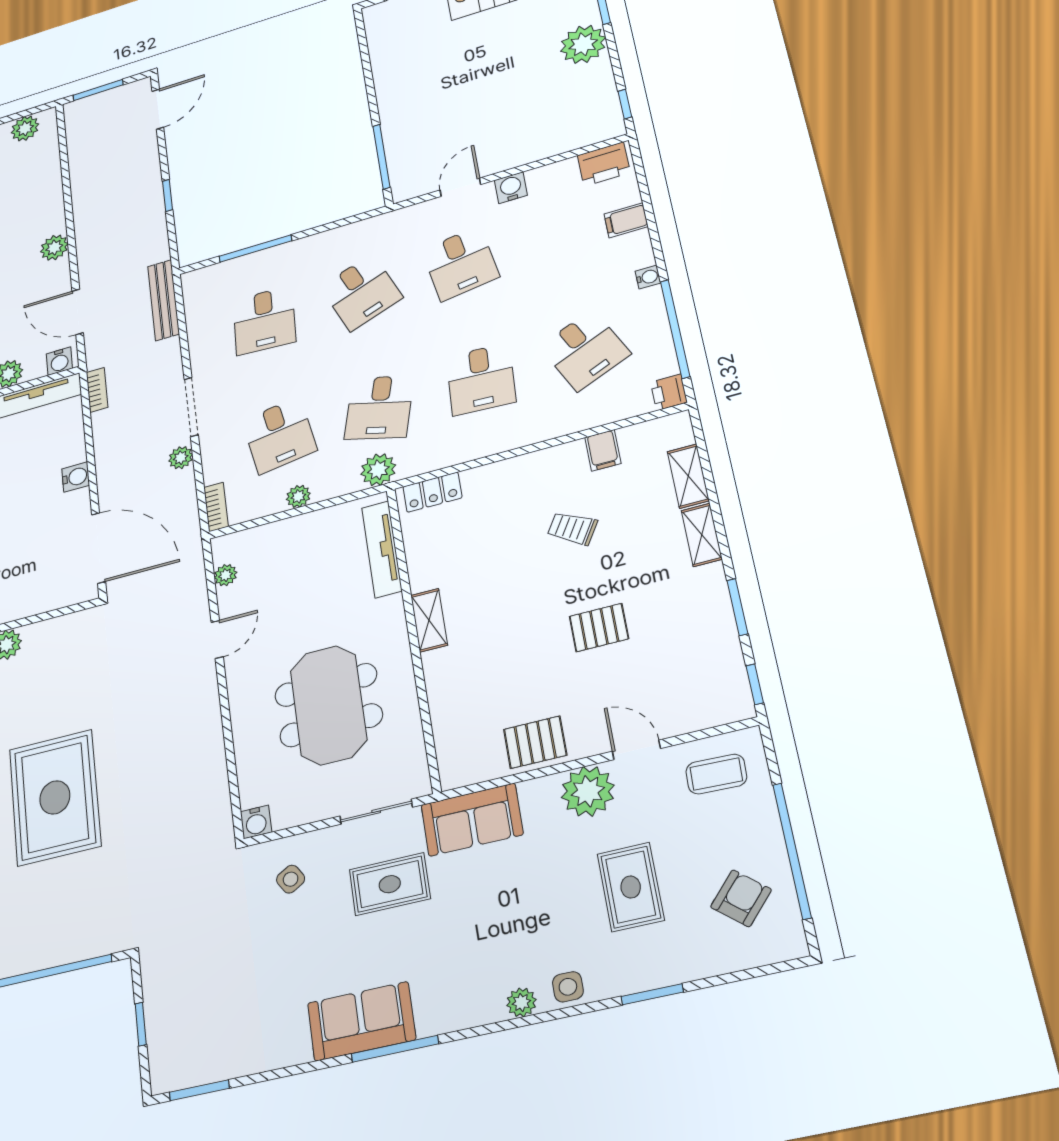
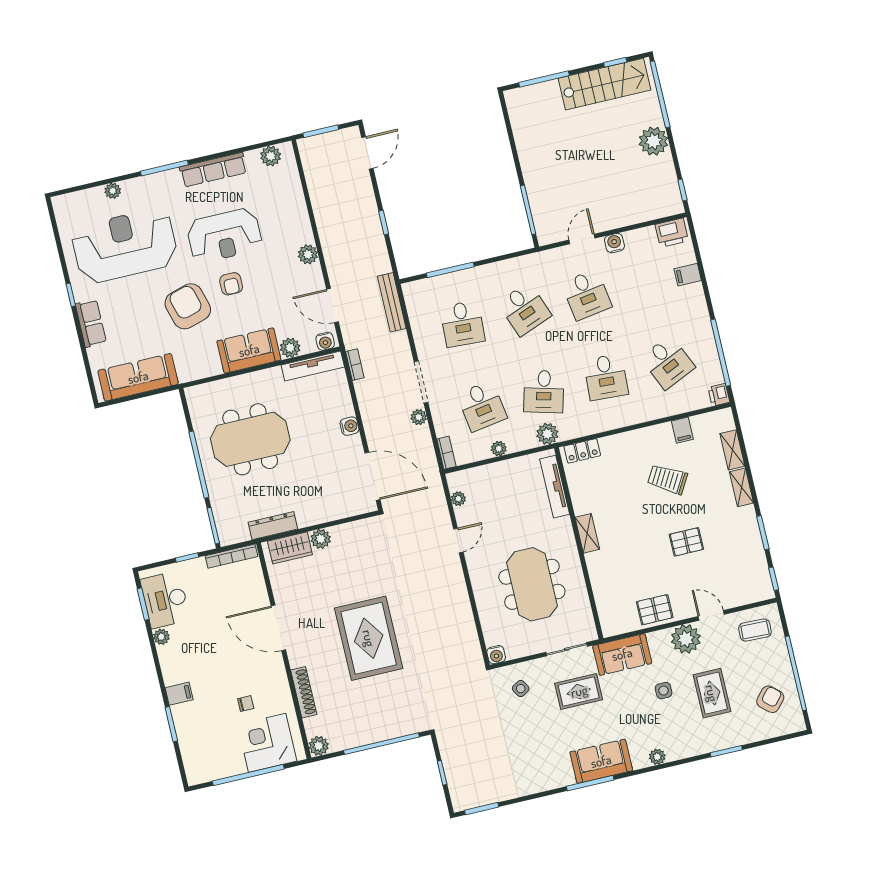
water cooler: (648, 277) -> (703, 316), removed
trolley: (572, 528) -> (667, 479), width x1.36, depth x1.39
side table: (568, 987) -> (664, 691), moved
sofa: (361, 1021) -> (601, 761), moved

